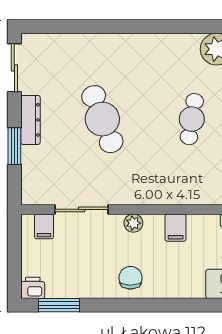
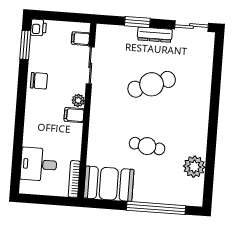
filing cabinet: (176, 228) -> (74, 115), moved
chair: (130, 278) -> (39, 81), moved

